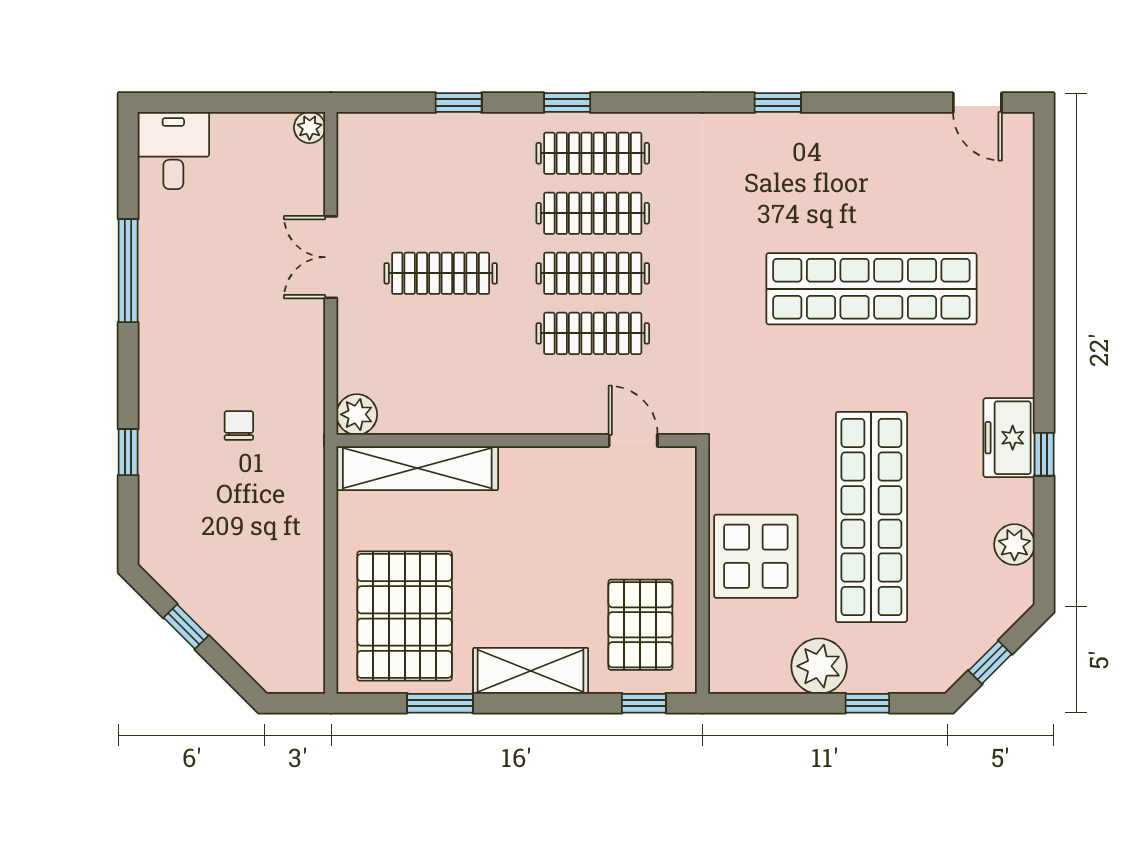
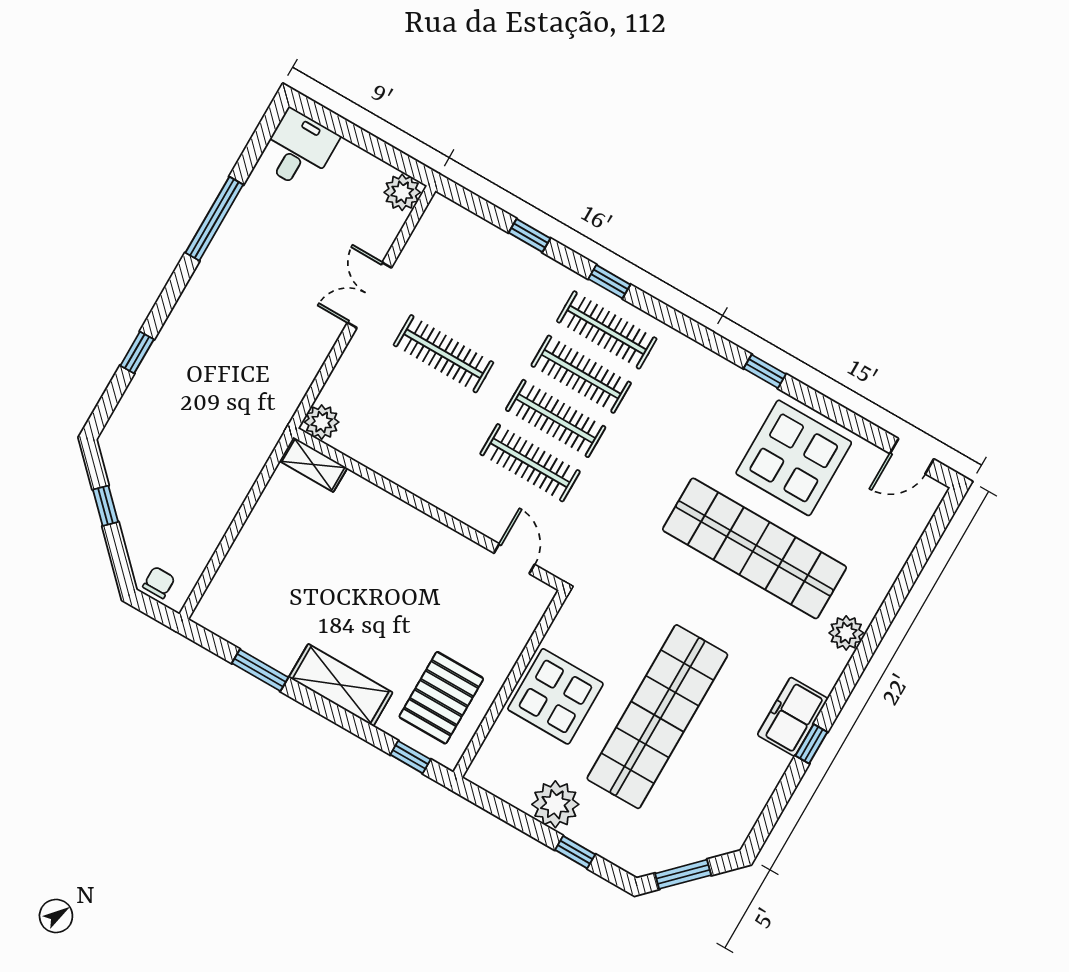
door: (977, 103) -> (912, 456), hinge flipped
plant: (310, 128) -> (402, 192), width x1.38, depth x1.38
display table: (858, 174) -> (794, 458), added
chair: (239, 425) -> (159, 583), moved
shelving: (417, 468) -> (313, 465), width x0.45, depth x0.75
plant: (1014, 545) -> (846, 633), moved
pallet: (405, 616) -> (271, 591), removed
window: (990, 662) -> (683, 874), width x1.50

